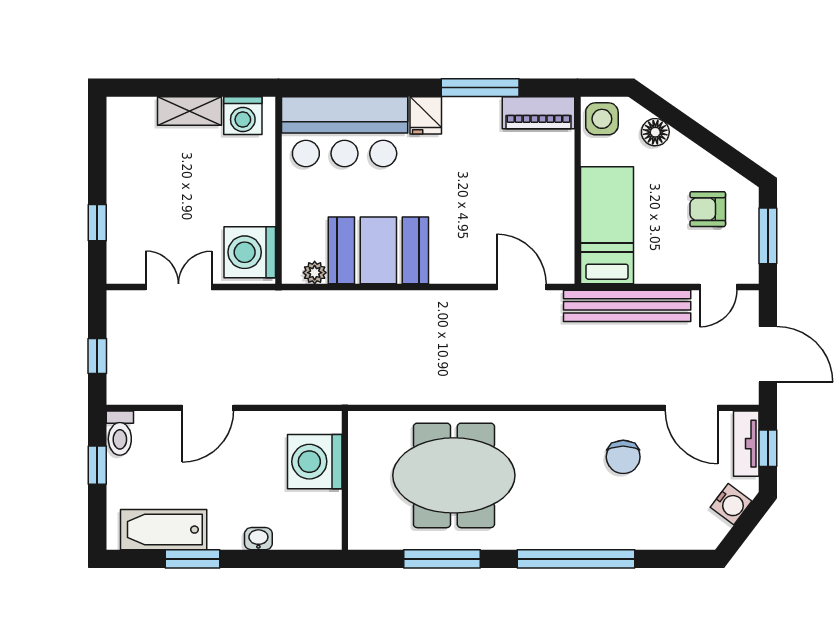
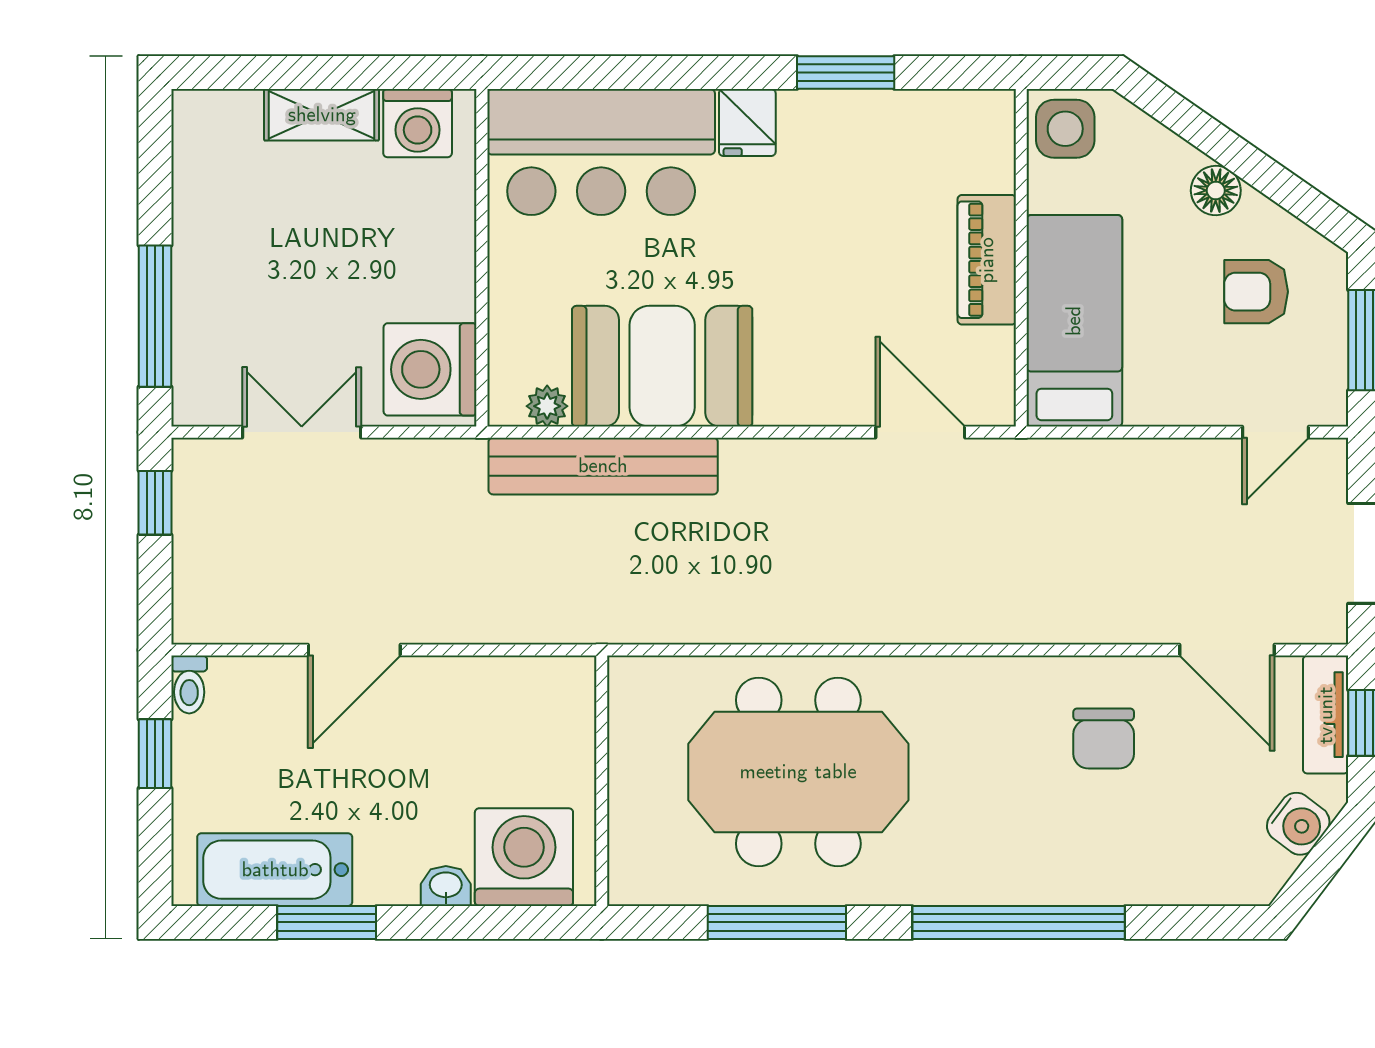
window: (480, 88) -> (846, 73), width x0.69
piano: (538, 113) -> (987, 260), moved, turned 90
floor lamp: (655, 132) -> (1216, 191), moved
window: (97, 223) -> (155, 316), width x2.17
bench: (627, 306) -> (603, 466), moved
window: (97, 356) -> (155, 503), moved
toilet: (120, 433) -> (189, 684), width x0.73, depth x0.72
washing machine: (315, 462) -> (524, 857), moved, turned 90

